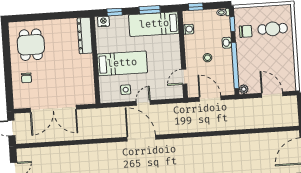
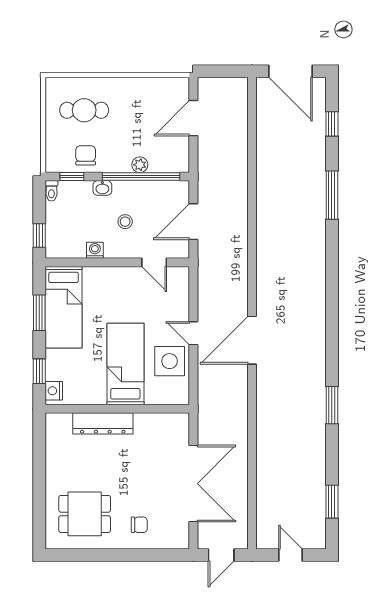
washing machine: (188, 29) -> (95, 250), moved
cafe table: (273, 29) -> (84, 110), turned 90
dresser: (85, 36) -> (103, 423), moved
plant: (244, 89) -> (140, 165), moved
side table: (126, 90) -> (170, 361), width x1.87, depth x1.87

